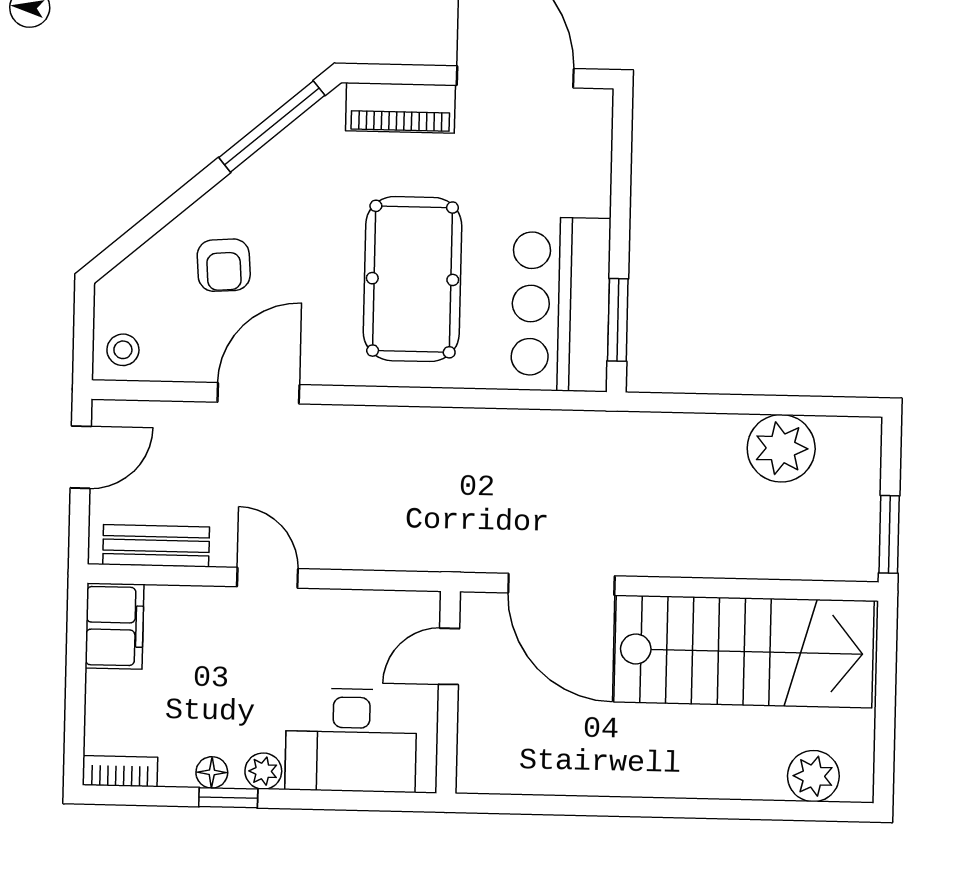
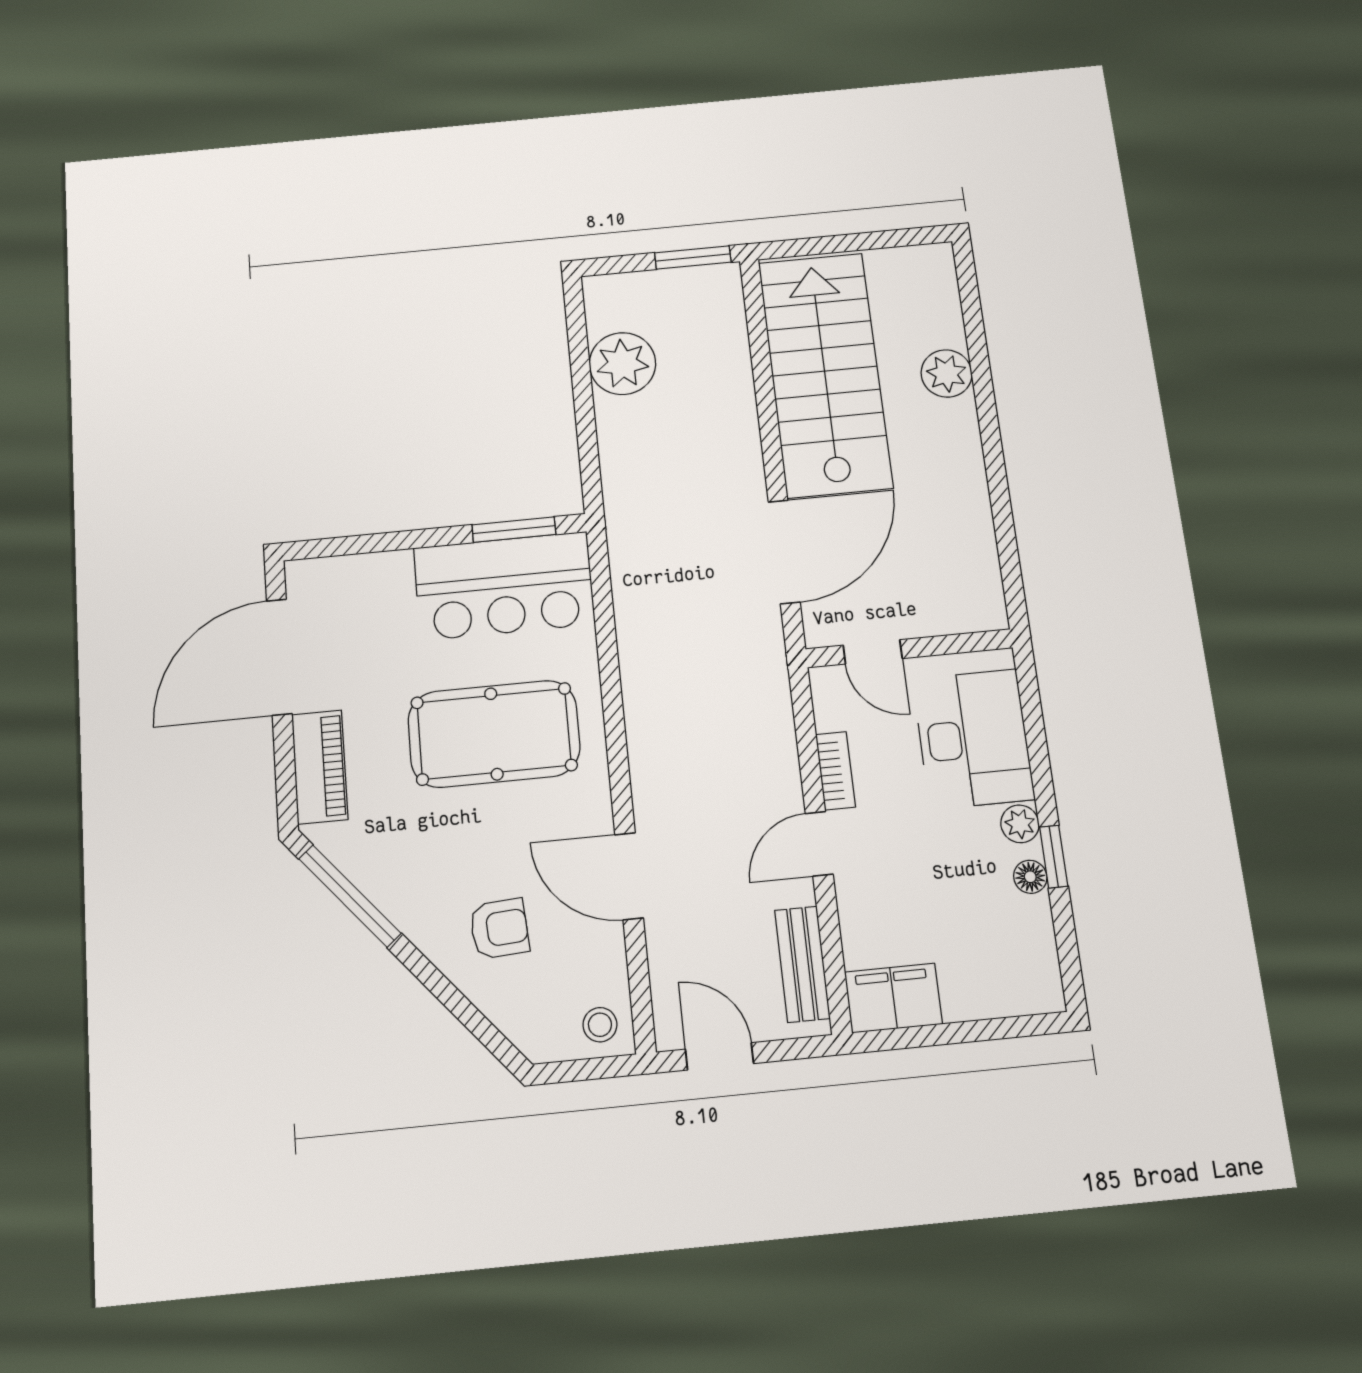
bookcase: (120, 771) -> (836, 771), moved, turned 180
plant: (813, 776) -> (947, 374), moved

